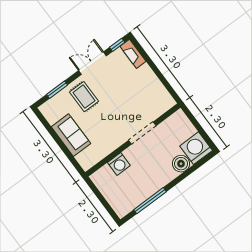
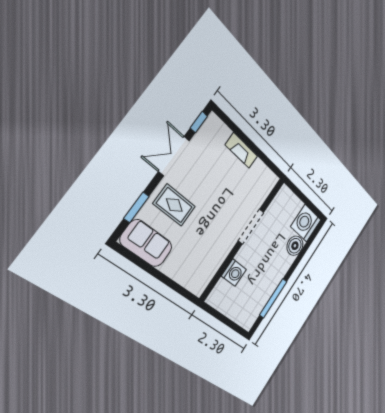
fireplace: (133, 54) -> (241, 151), moved
sofa: (71, 135) -> (146, 243), moved

